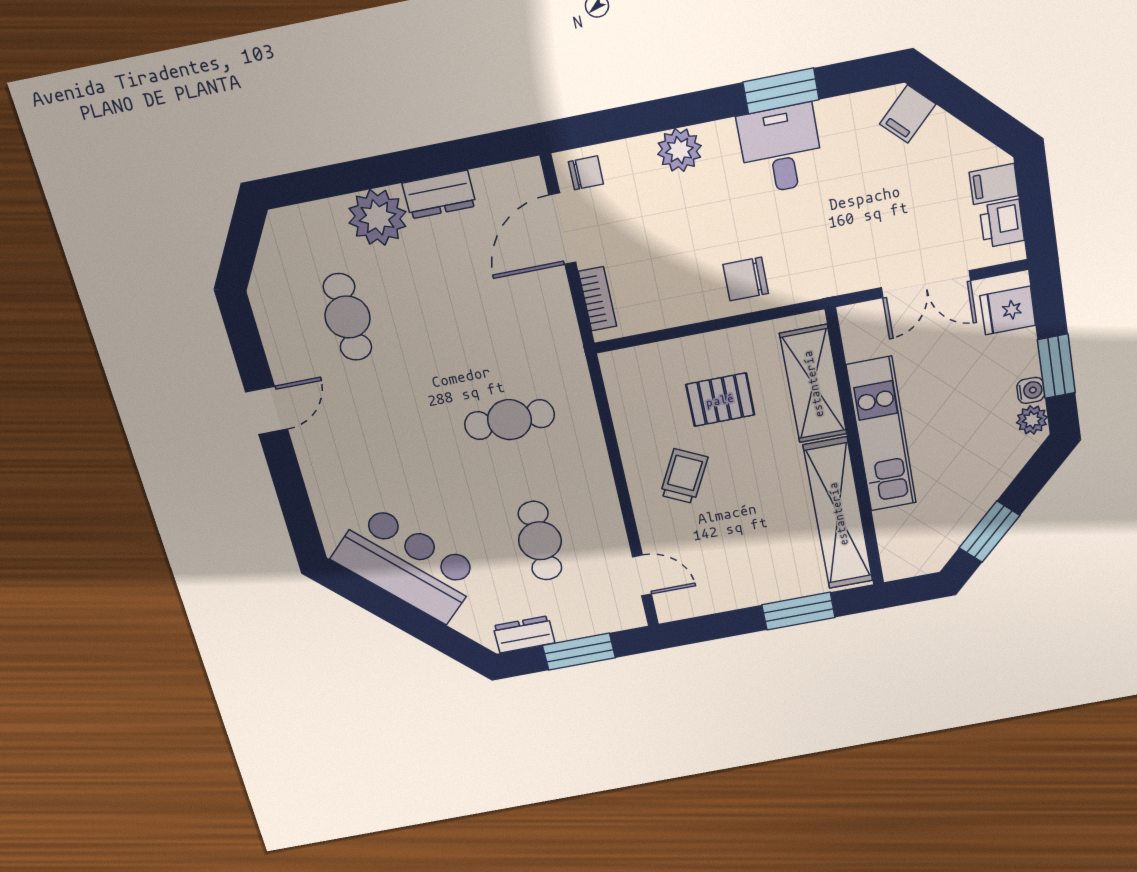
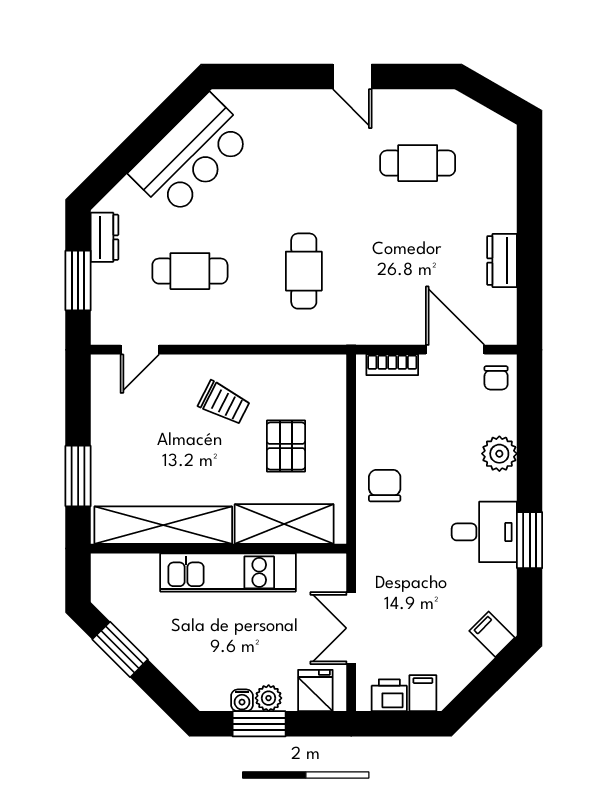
plant: (377, 217) -> (494, 208), removed
plant: (1032, 420) -> (269, 698), moved

